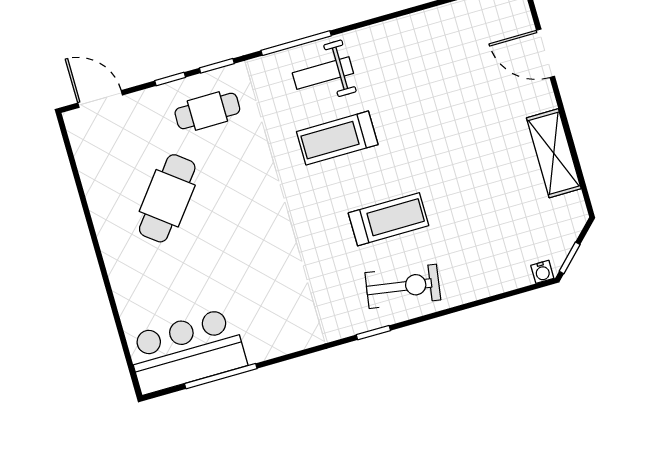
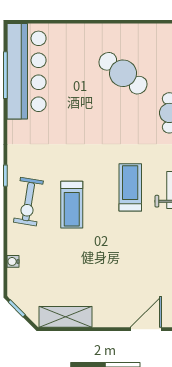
shelving: (554, 153) -> (66, 317), moved
water cooler: (542, 272) -> (13, 261), moved
bar counter: (187, 351) -> (26, 71), width x1.36

